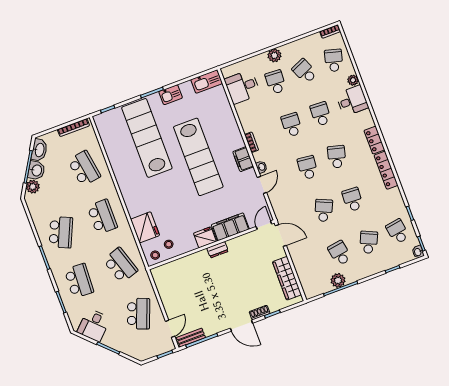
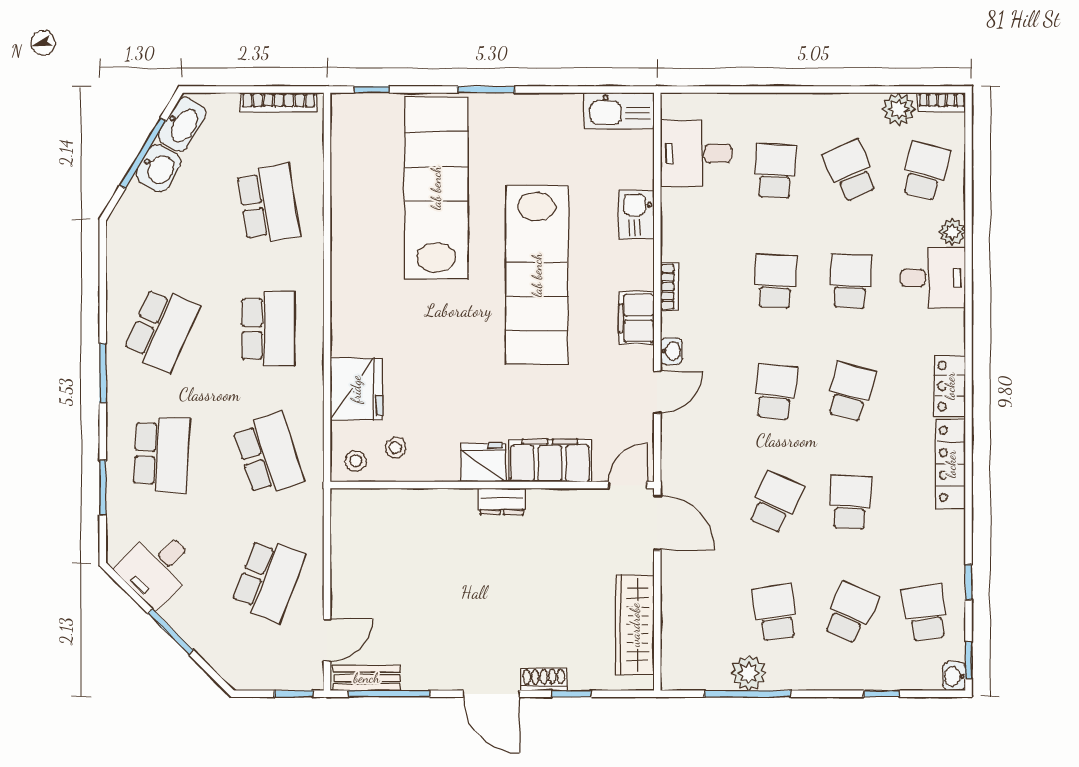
plant: (274, 55) -> (899, 109), moved
kitchen sink: (171, 95) -> (636, 214), moved, turned 90
plant: (33, 187) -> (136, 202), removed

